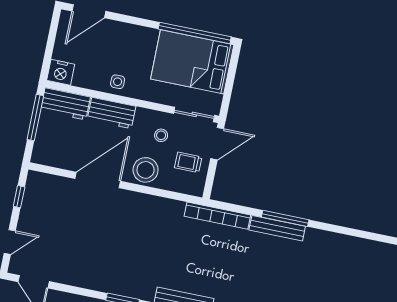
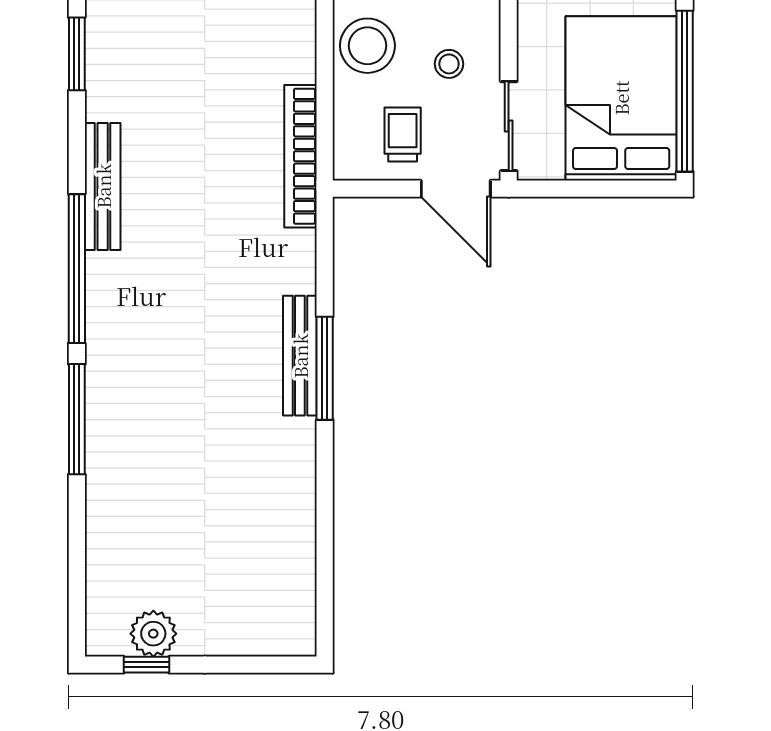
bookcase: (217, 216) -> (301, 156), moved

